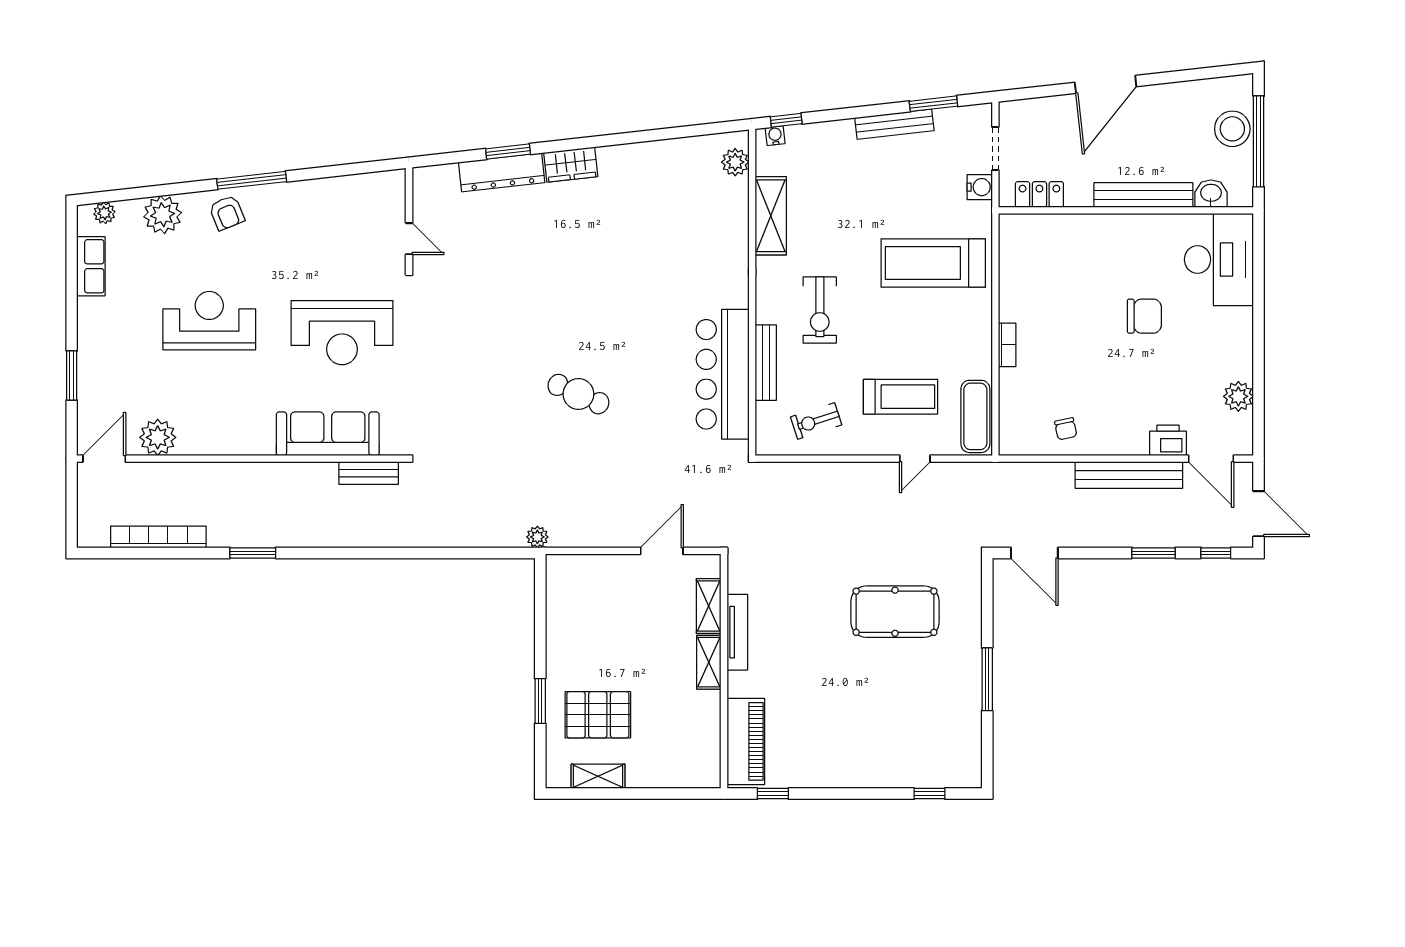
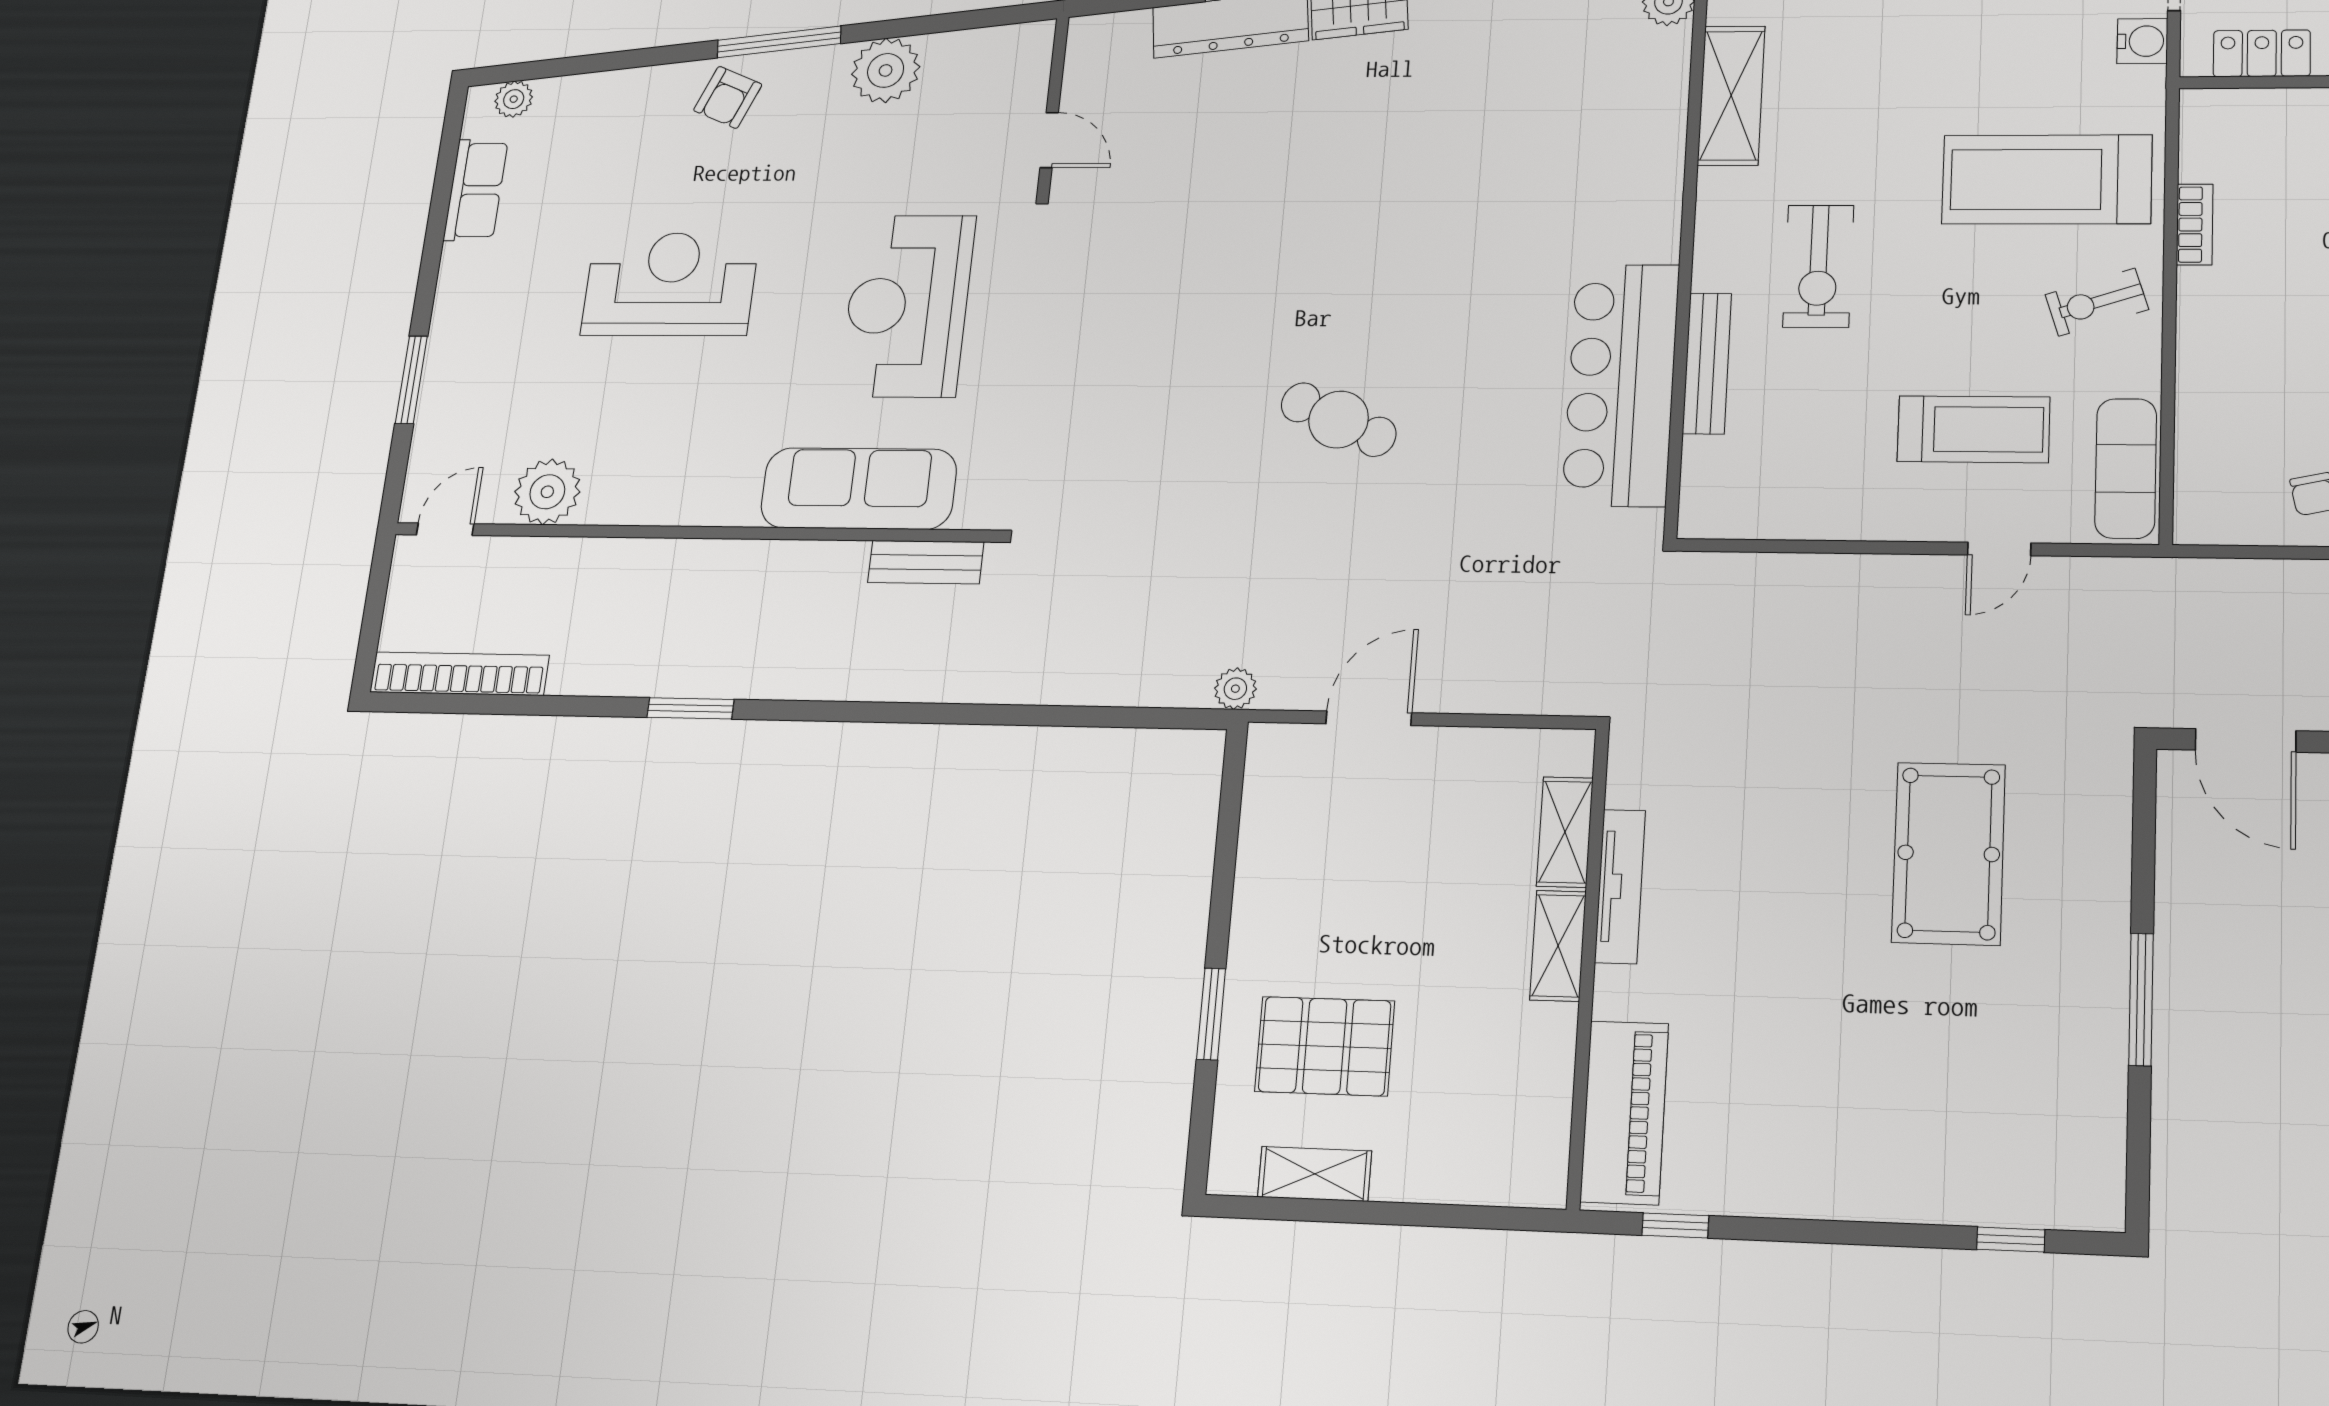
armchair: (227, 213) -> (728, 97), turned 45
plant: (163, 215) -> (886, 70), moved
reception desk: (342, 333) -> (907, 306), turned 90
bookcase: (1007, 345) -> (2195, 225), moved
exercise bike: (816, 421) -> (2097, 302), moved
door: (104, 459) -> (445, 529), width x0.73
bookcase: (158, 537) -> (459, 674), moved
door: (662, 551) -> (1369, 718), moved
pool table: (895, 612) -> (1949, 853), turned 90

